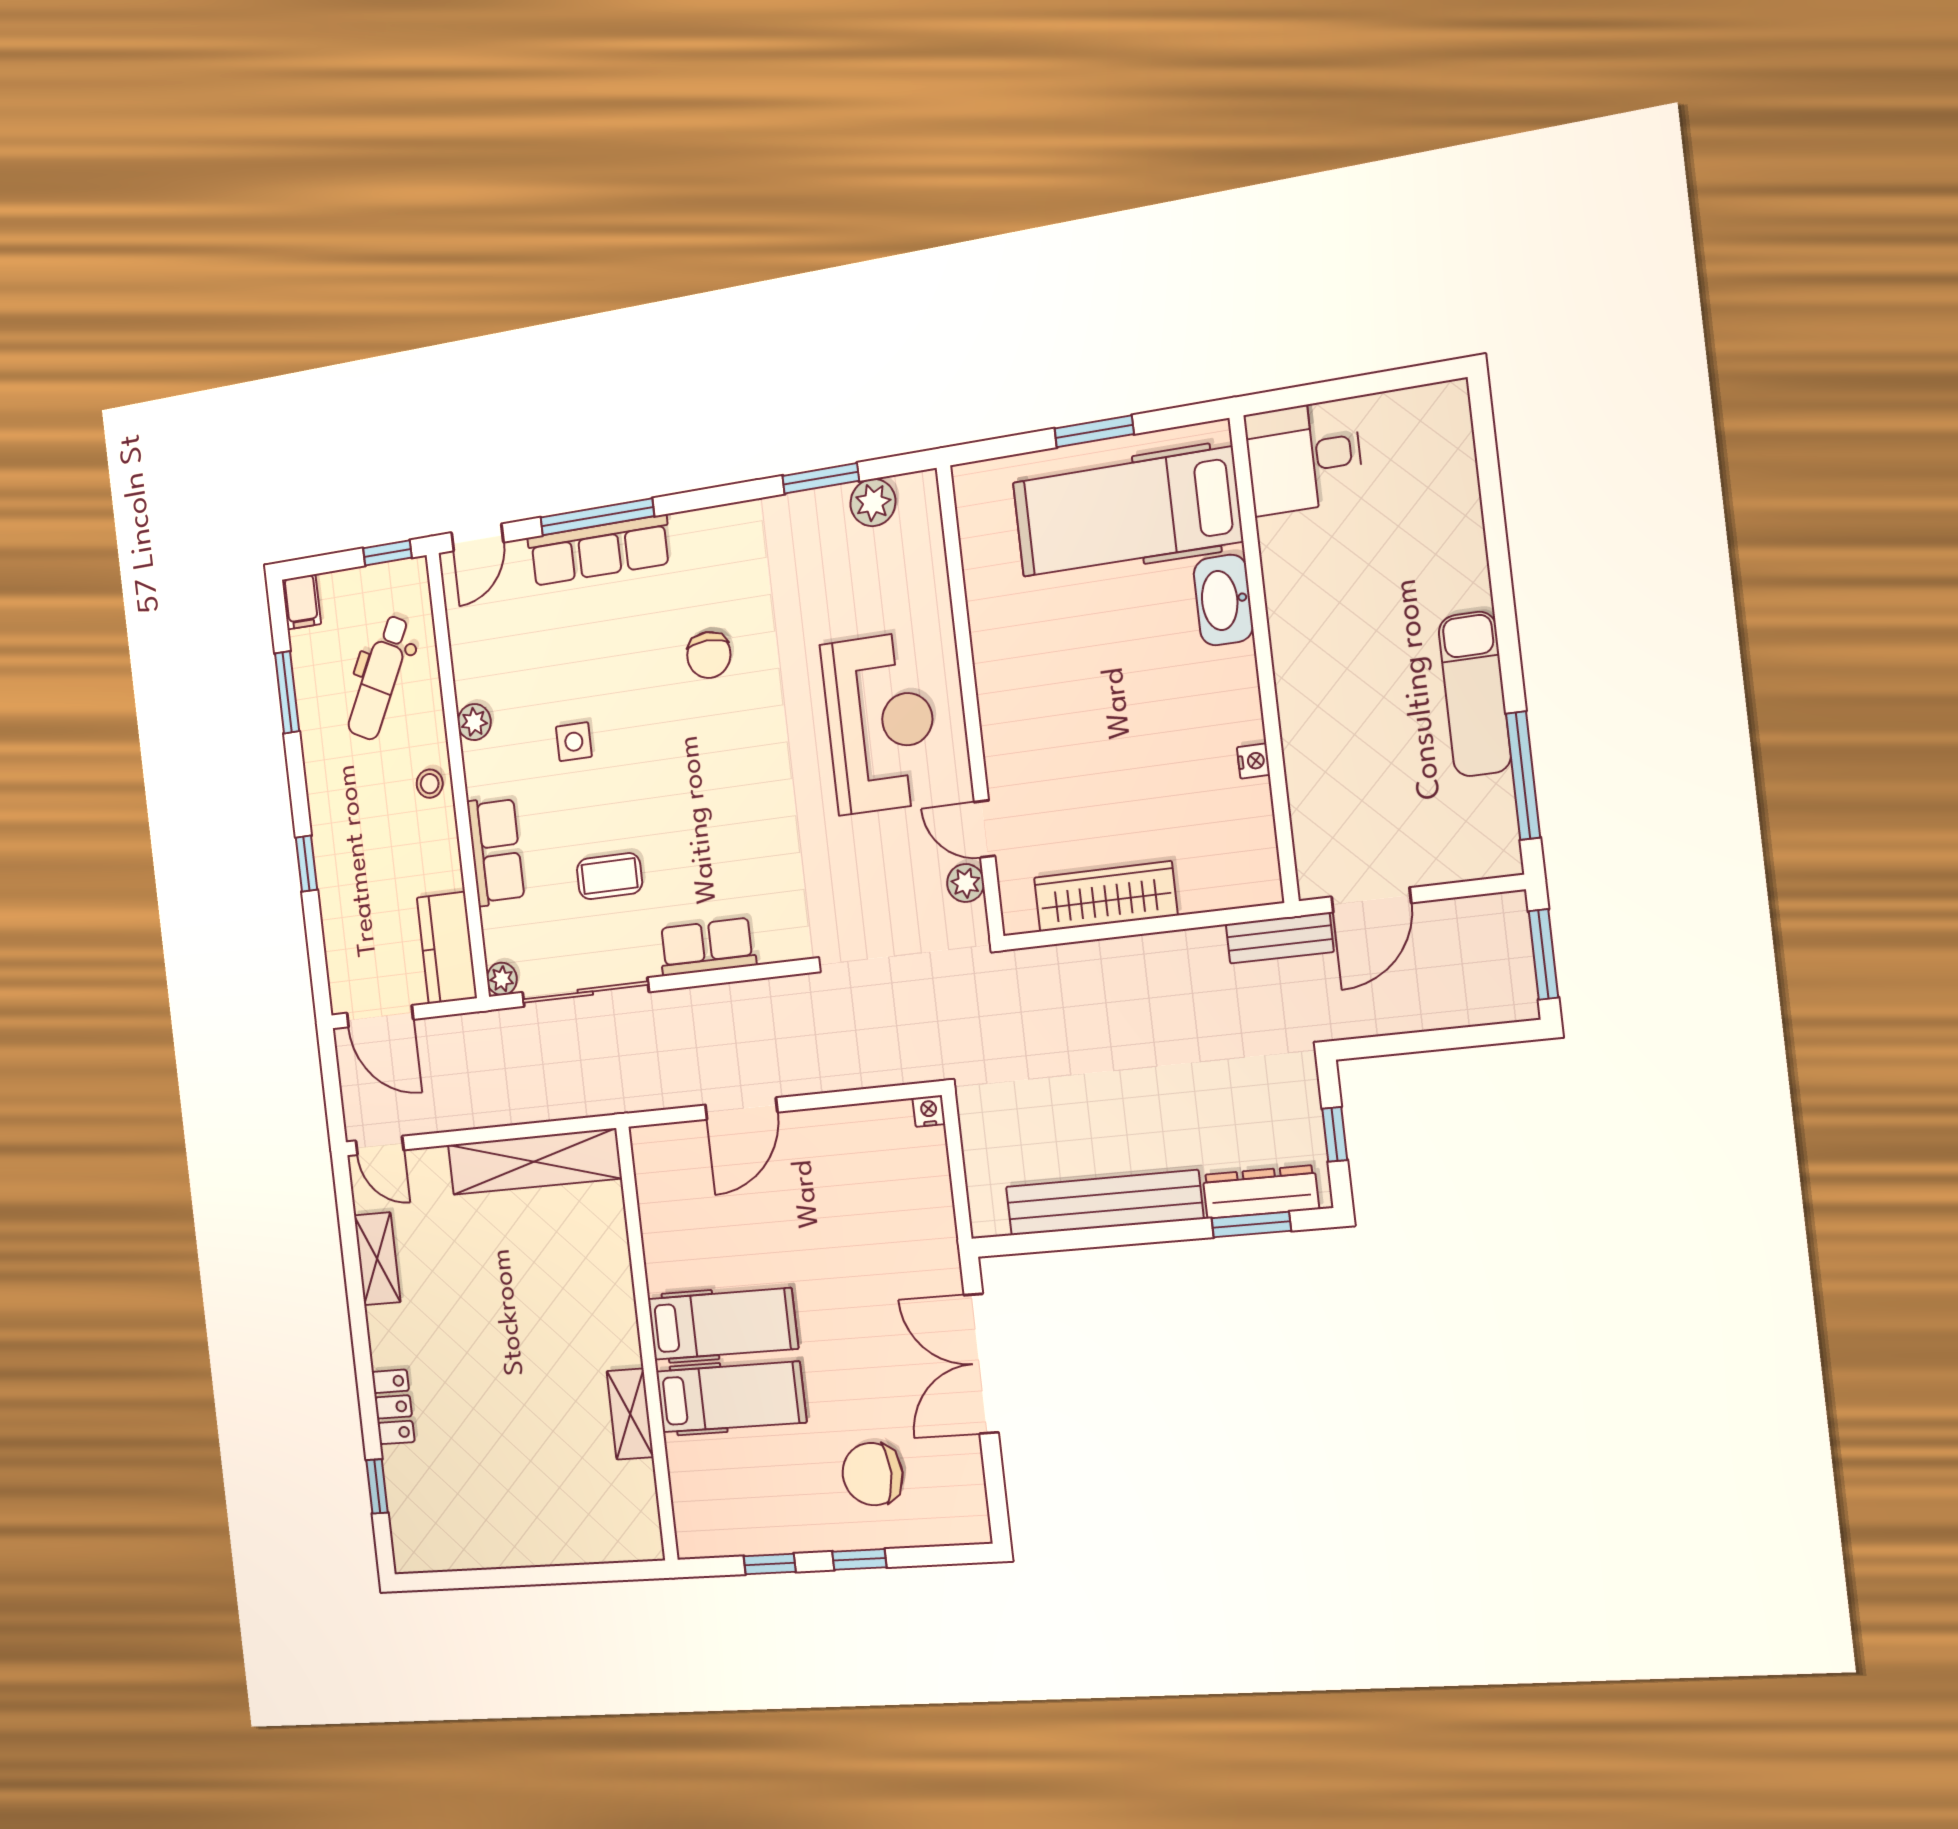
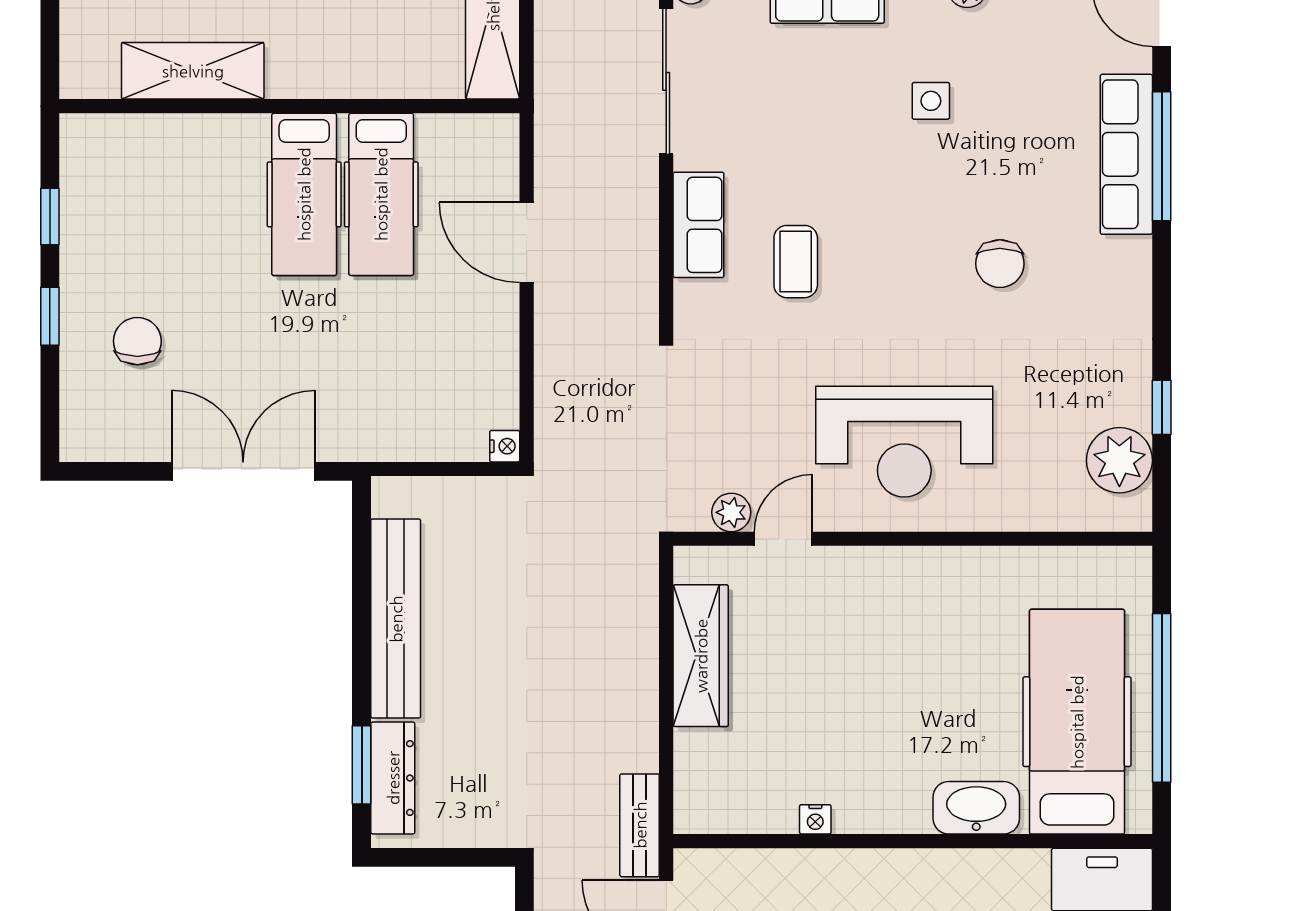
window: (1094, 431) -> (1162, 698), width x2.11
window: (821, 478) -> (1162, 407), width x0.67
plant: (873, 503) -> (1119, 460), width x1.36, depth x1.36
chair: (709, 655) -> (1000, 264), turned -90
coffee table: (609, 876) -> (796, 262), moved
window: (1335, 1134) -> (443, 857), removed
hospital bed: (731, 1397) -> (381, 194), moved
shelving: (630, 1414) -> (193, 71), width x1.50, depth x1.33
chair: (873, 1474) -> (137, 341), width x0.73, depth x0.73

